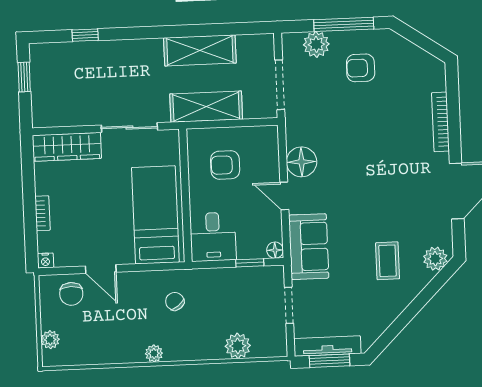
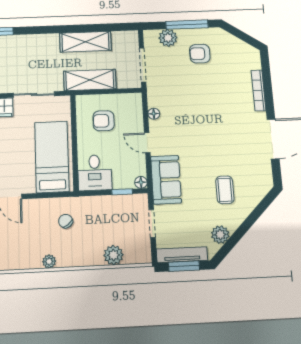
floor lamp: (302, 162) -> (154, 114), width x0.53, depth x0.53
plant: (435, 259) -> (220, 235), moved

